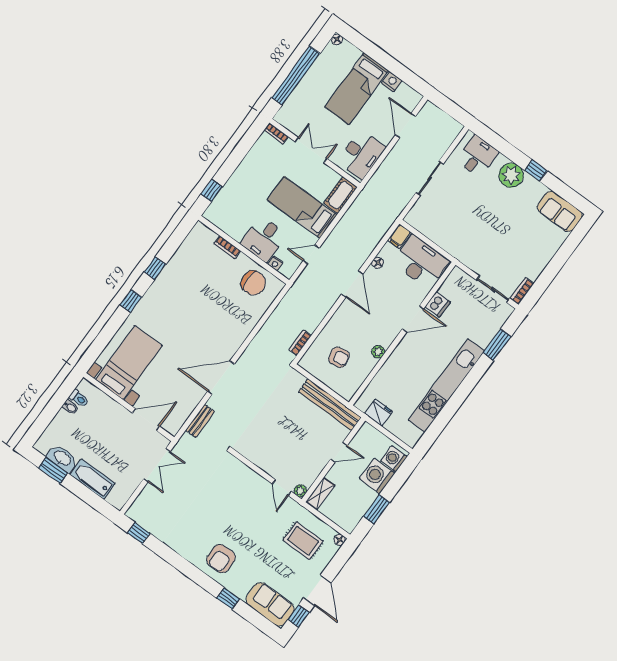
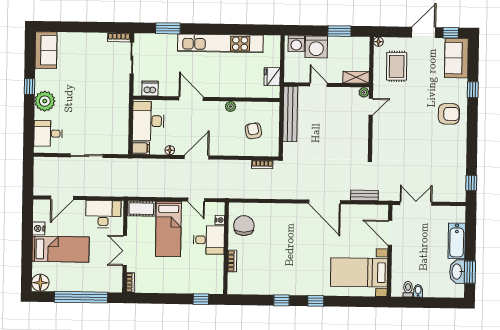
floor lamp: (337, 39) -> (40, 283), width x1.89, depth x1.89
dishwasher: (438, 304) -> (150, 88), moved

